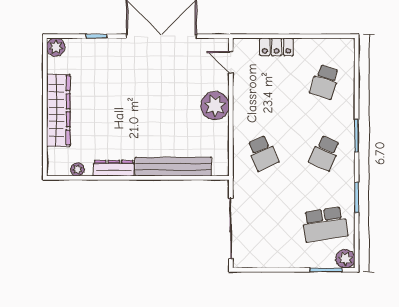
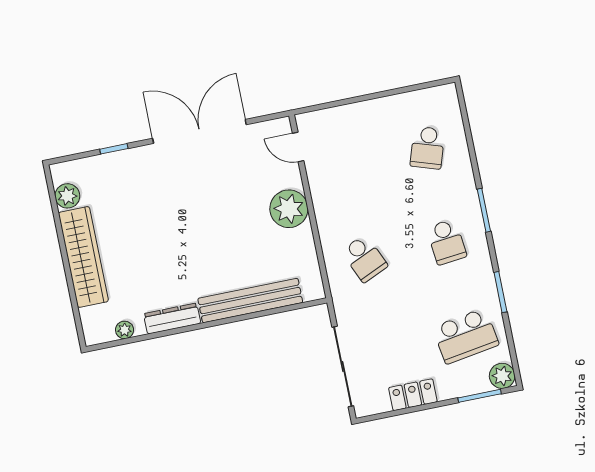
plant: (56, 47) -> (67, 196), moved
locker: (276, 47) -> (413, 395), moved, turned 180
school desk: (325, 153) -> (447, 242), turned -30

